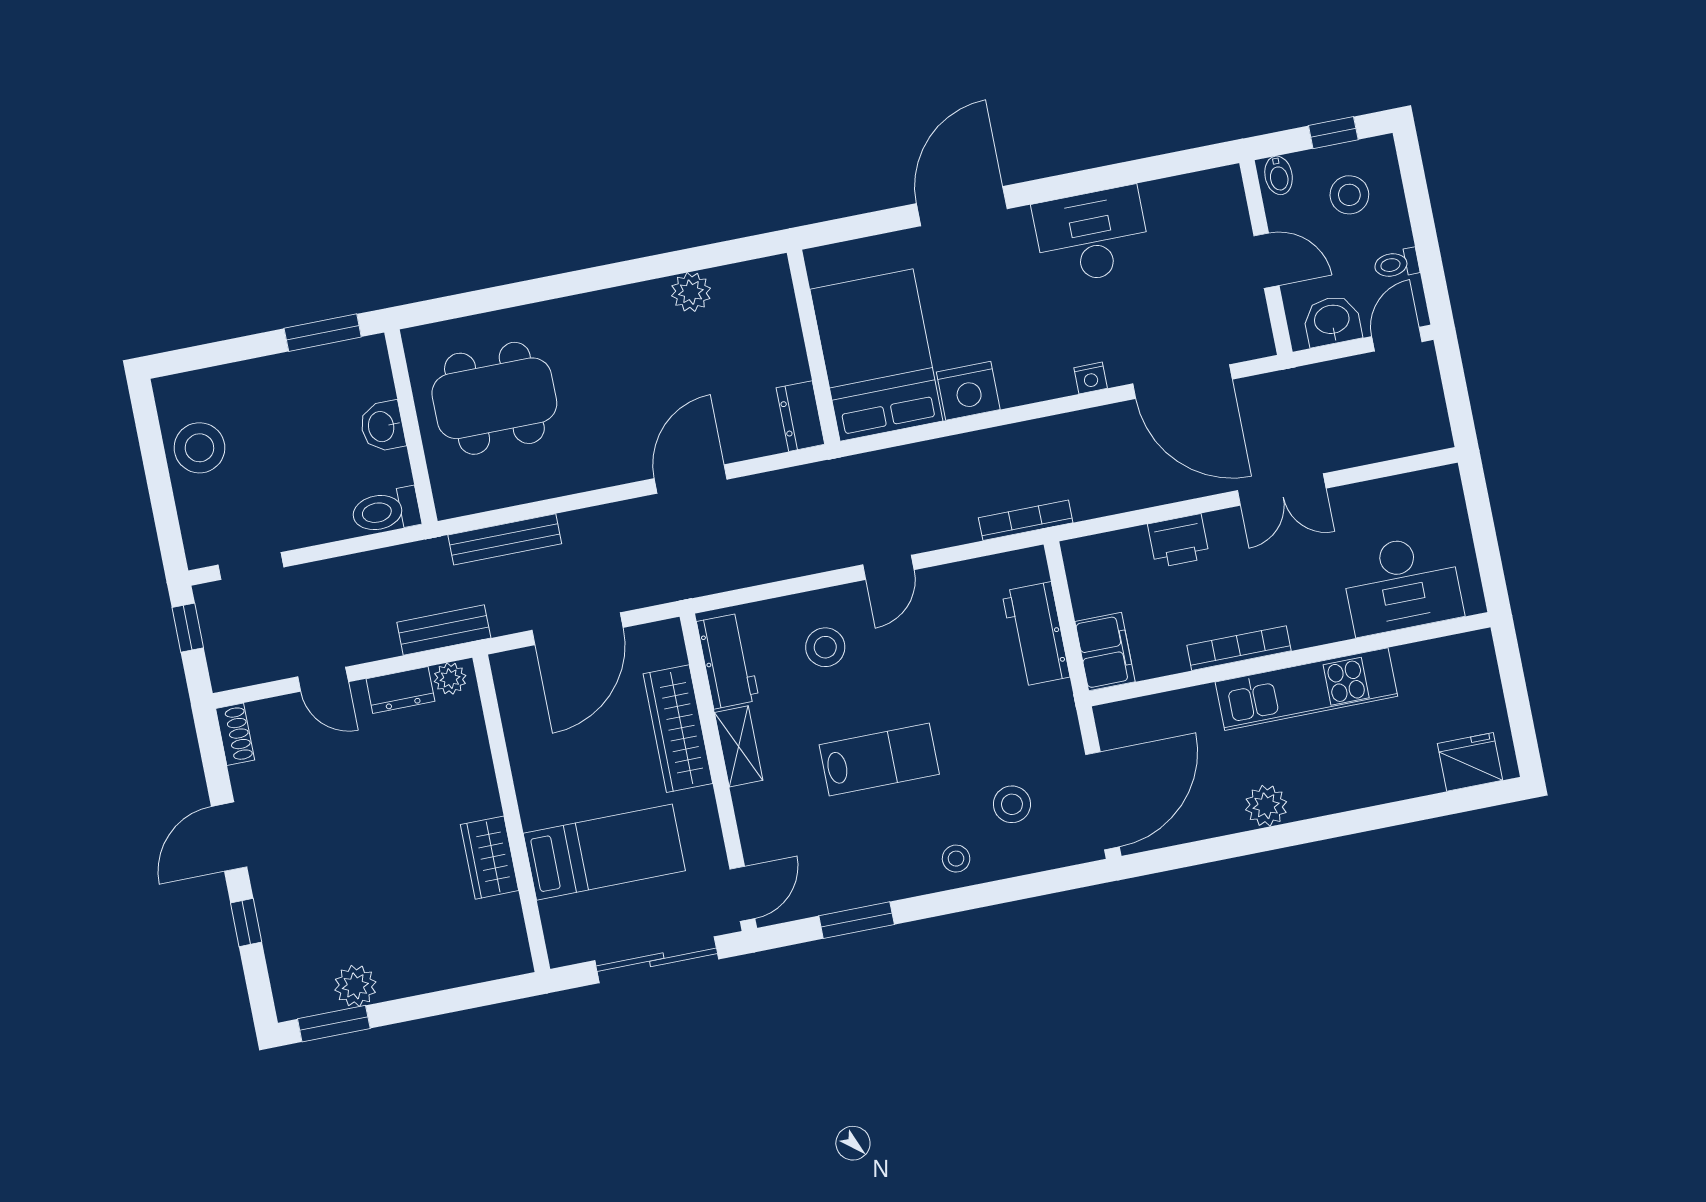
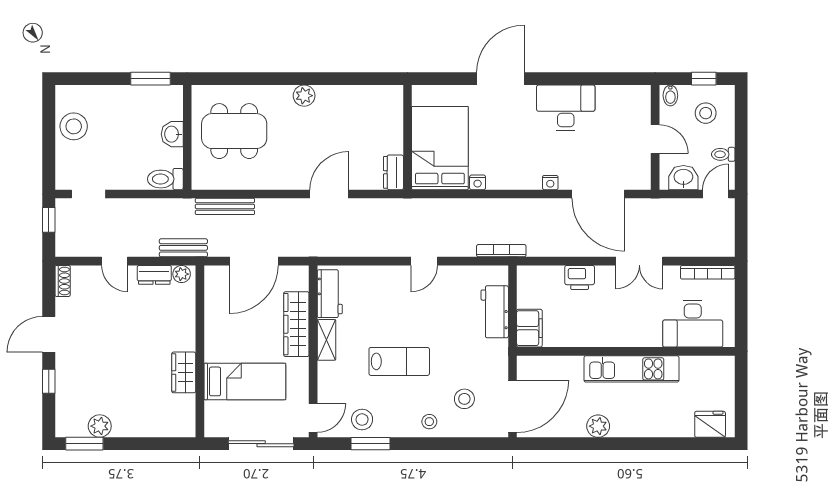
plant: (691, 292) -> (304, 96), moved
nightstand: (968, 391) -> (478, 182), width x0.53, depth x0.56
stool: (825, 647) -> (362, 420), moved
bookcase: (1239, 648) -> (708, 272), moved, turned 180

